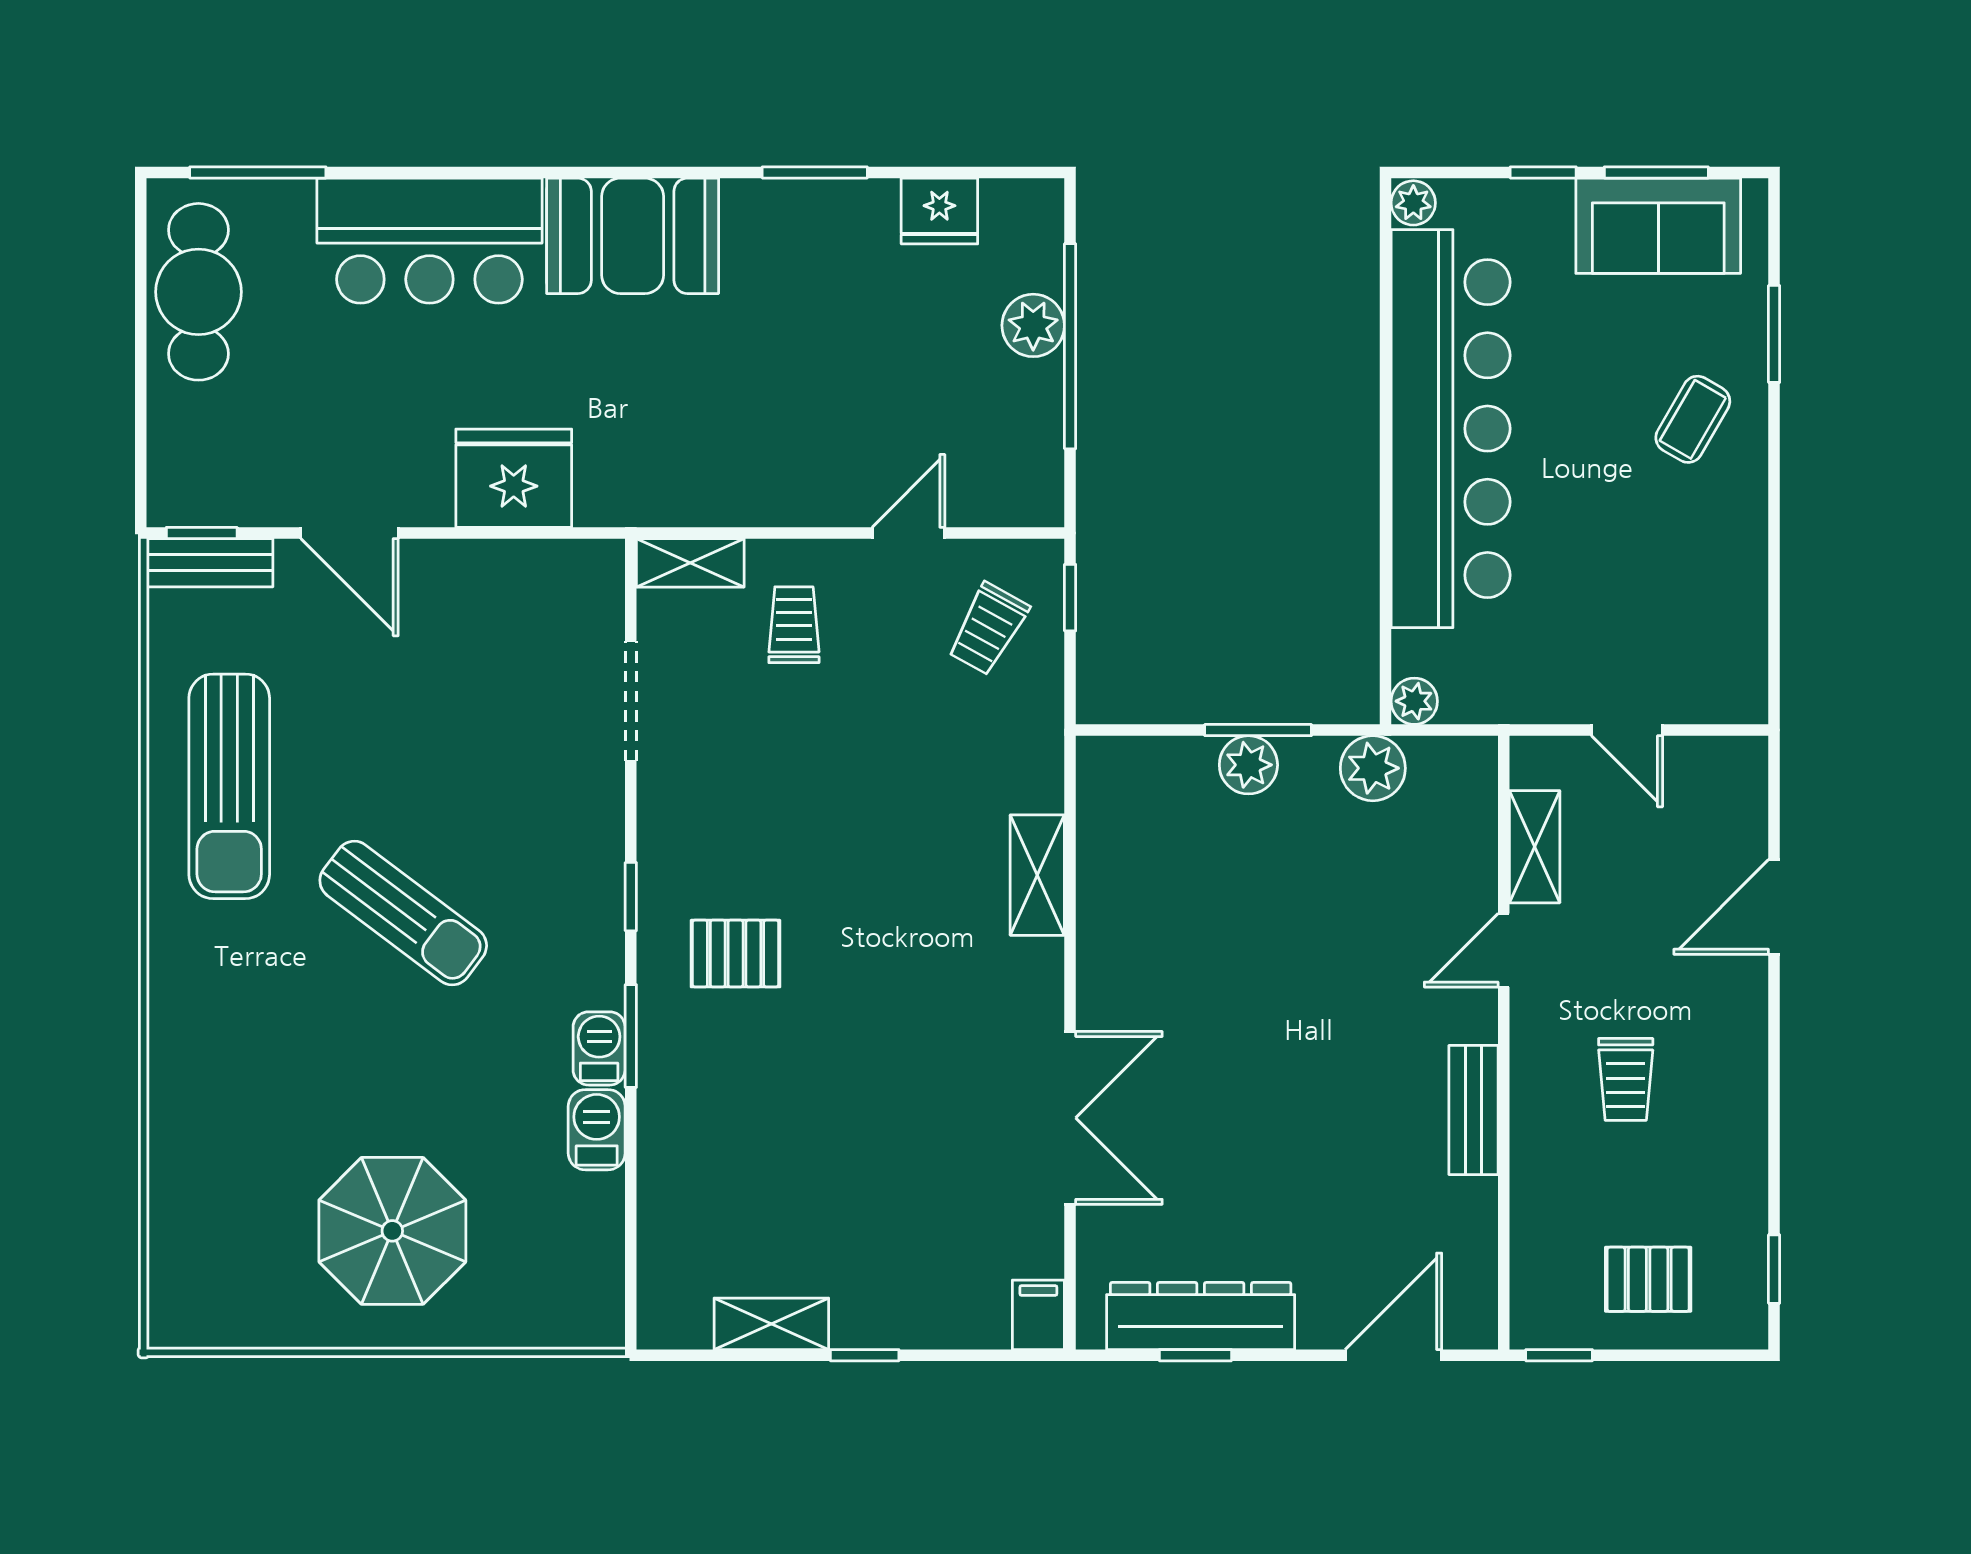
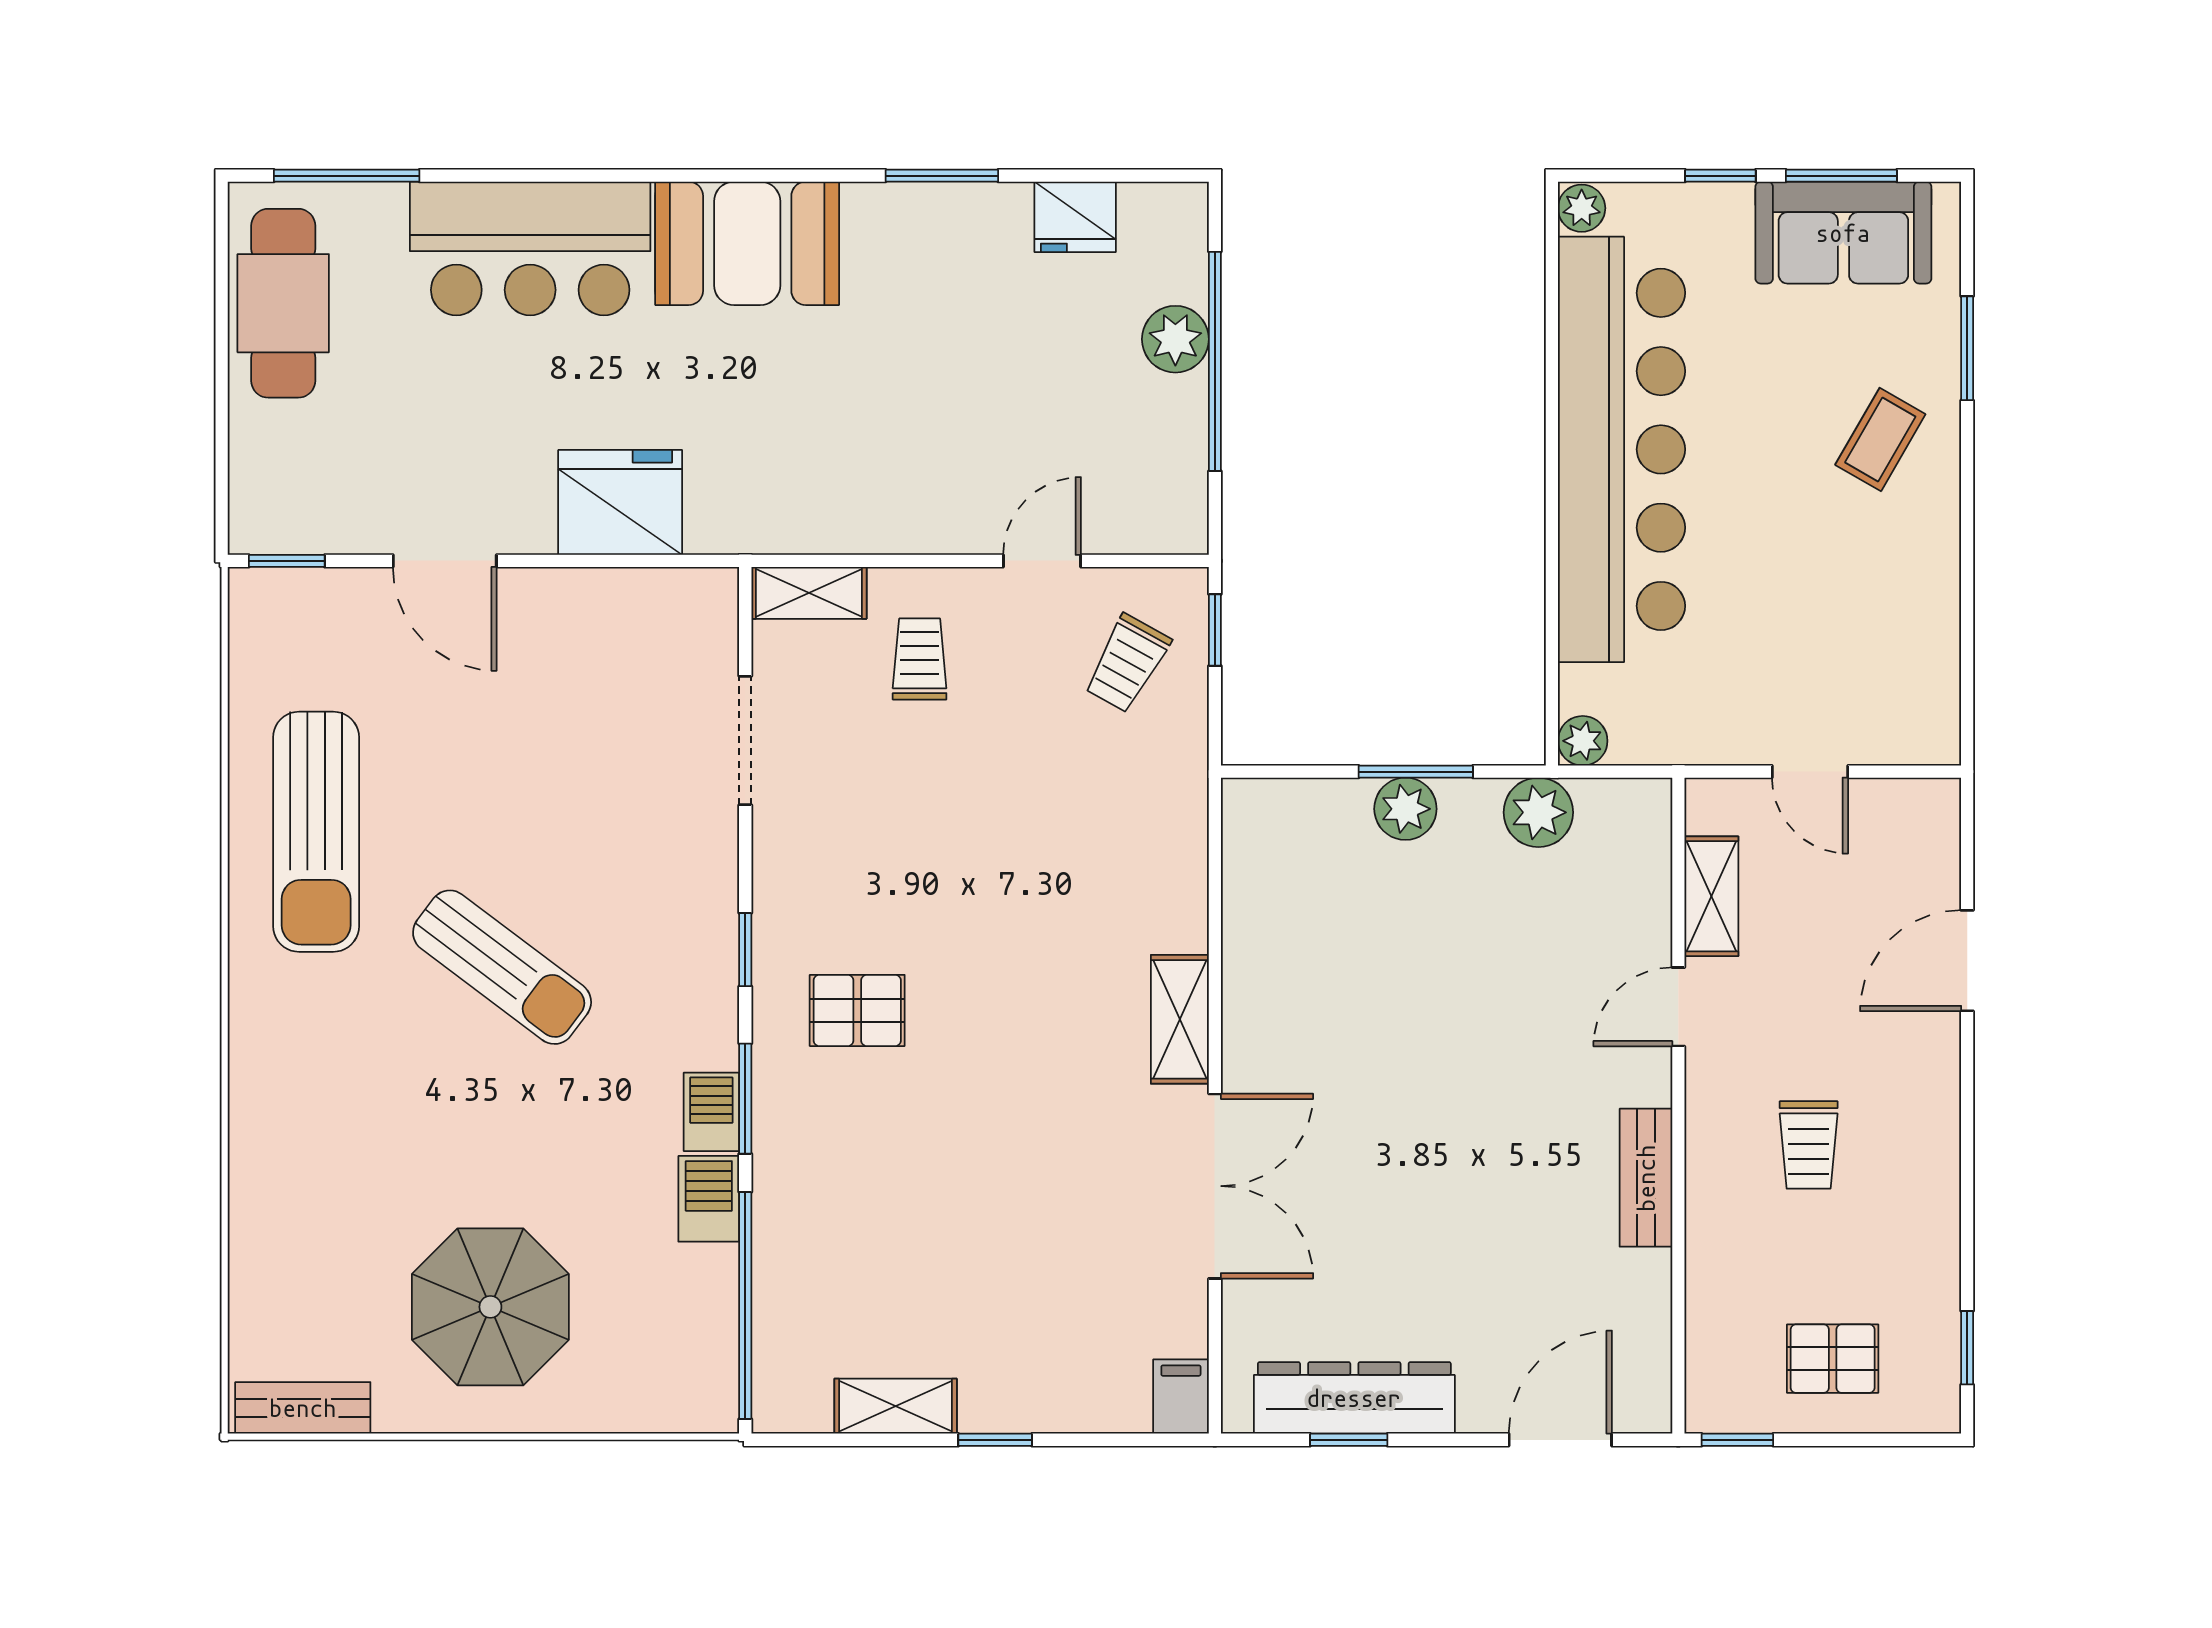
bench: (210, 563) -> (303, 1408), moved
shelving: (1037, 875) -> (1180, 1019), moved
window: (631, 1230) -> (745, 1305), added

